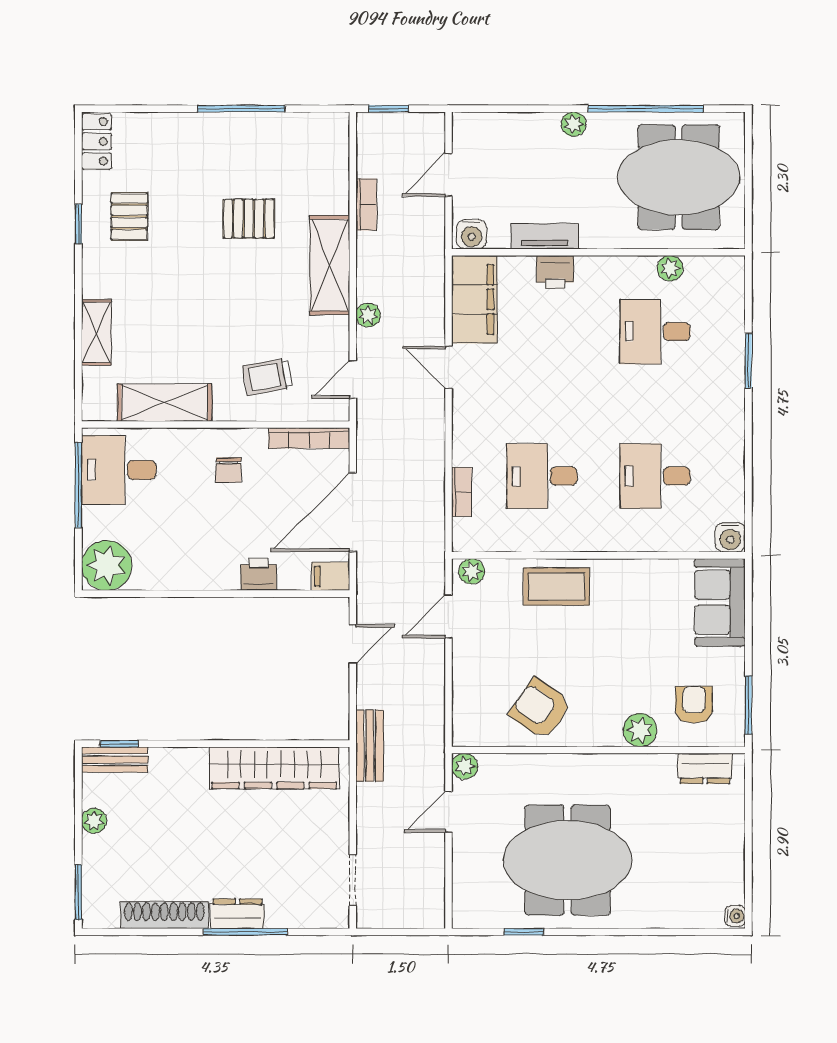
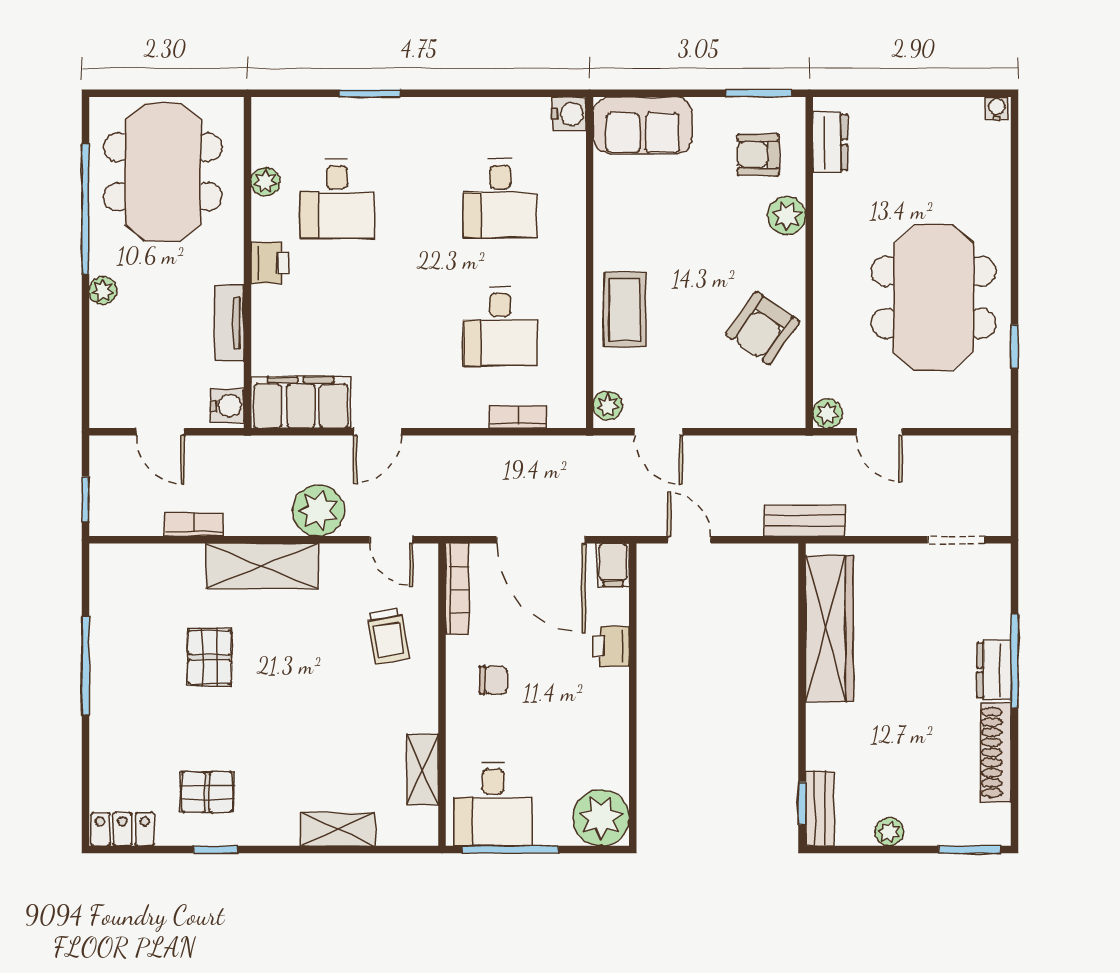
printer: (555, 272) -> (270, 263), moved
plant: (368, 315) -> (318, 511), width x1.88, depth x1.88
shelving: (165, 403) -> (422, 770), width x0.67, depth x0.75

